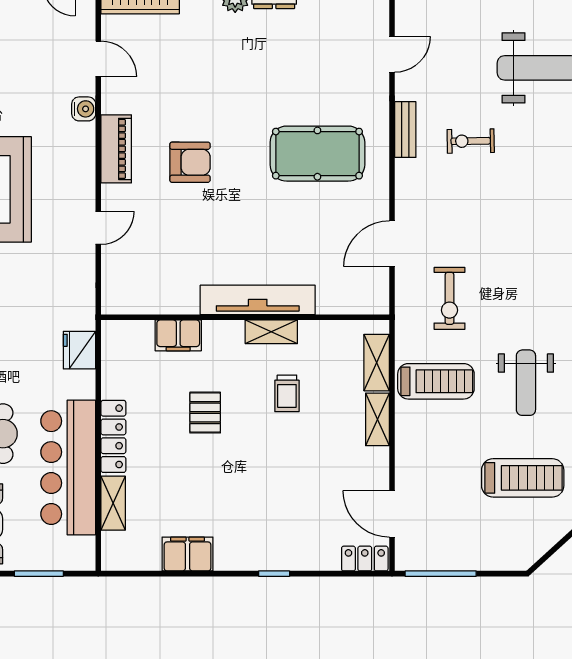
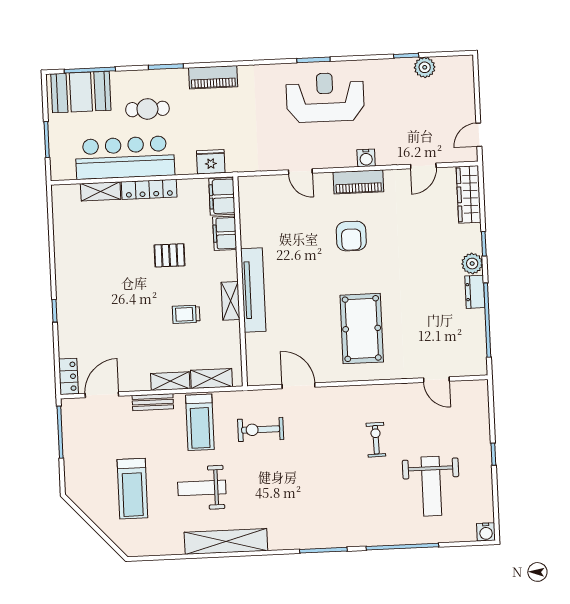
water cooler: (84, 109) -> (366, 158), moved
bench: (405, 130) -> (153, 402), moved
filing cabinet: (187, 554) -> (222, 196), moved, turned 180

